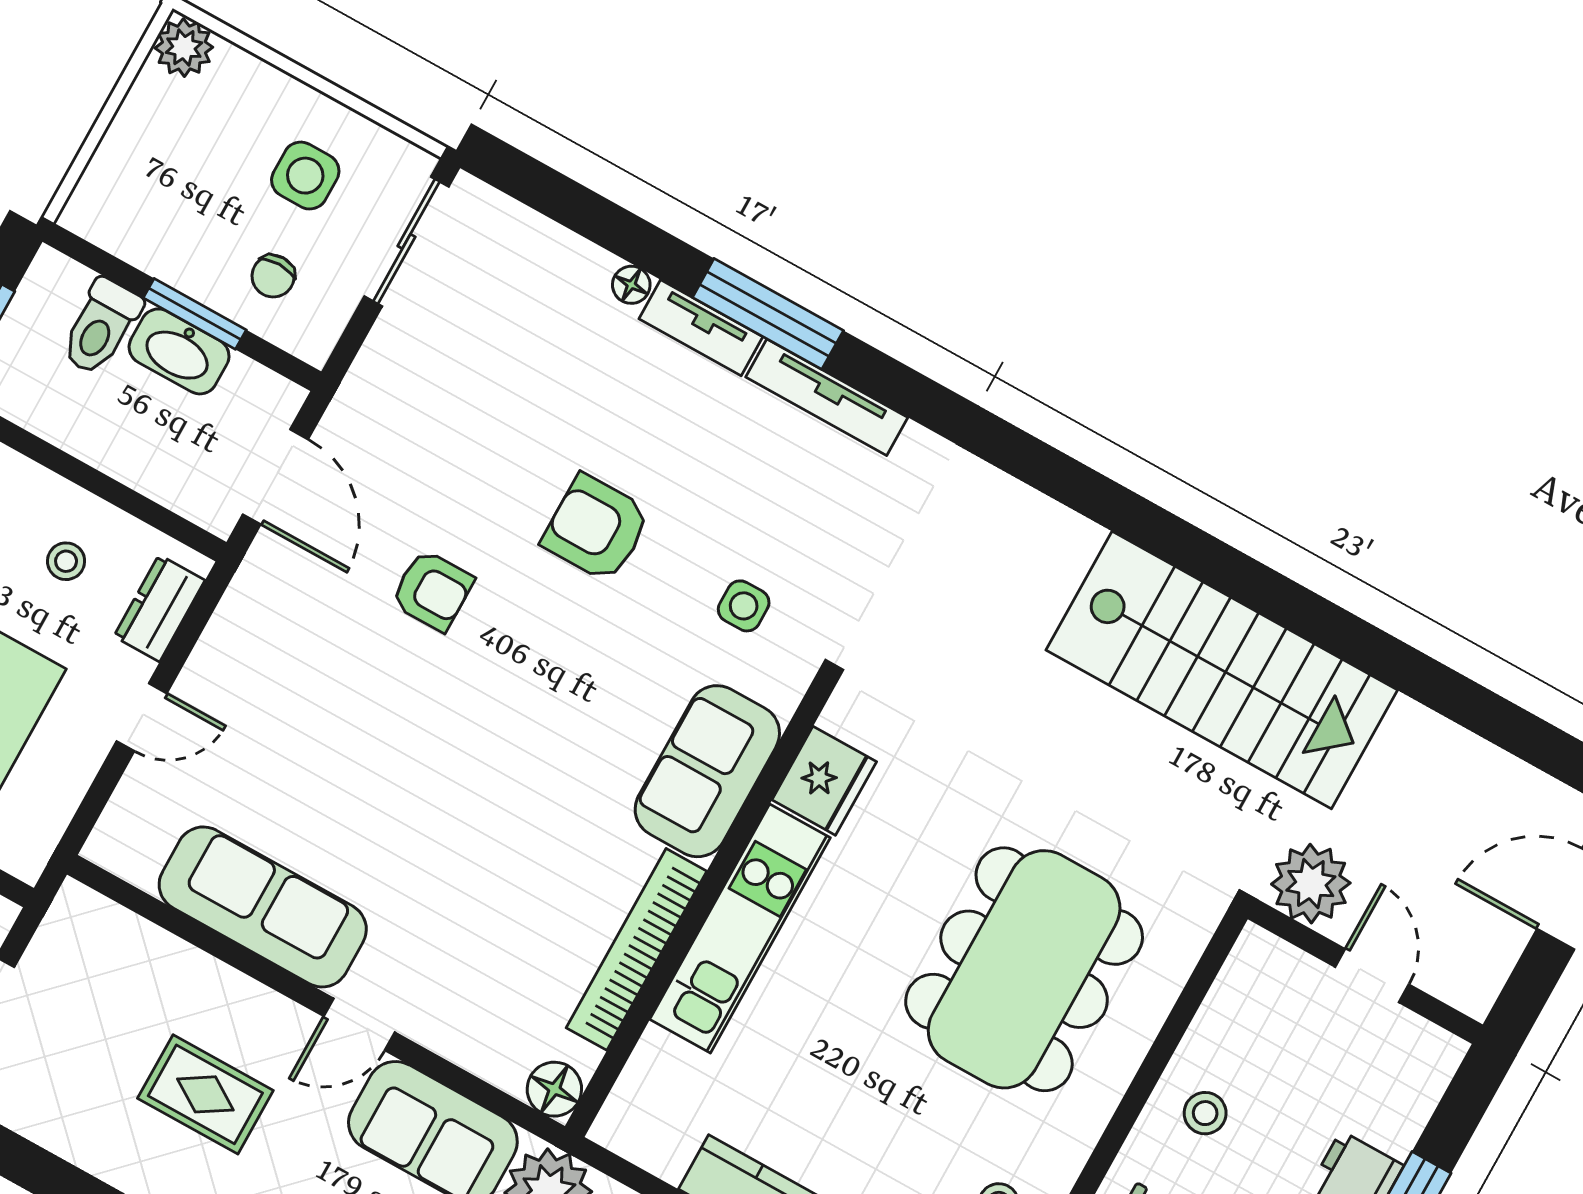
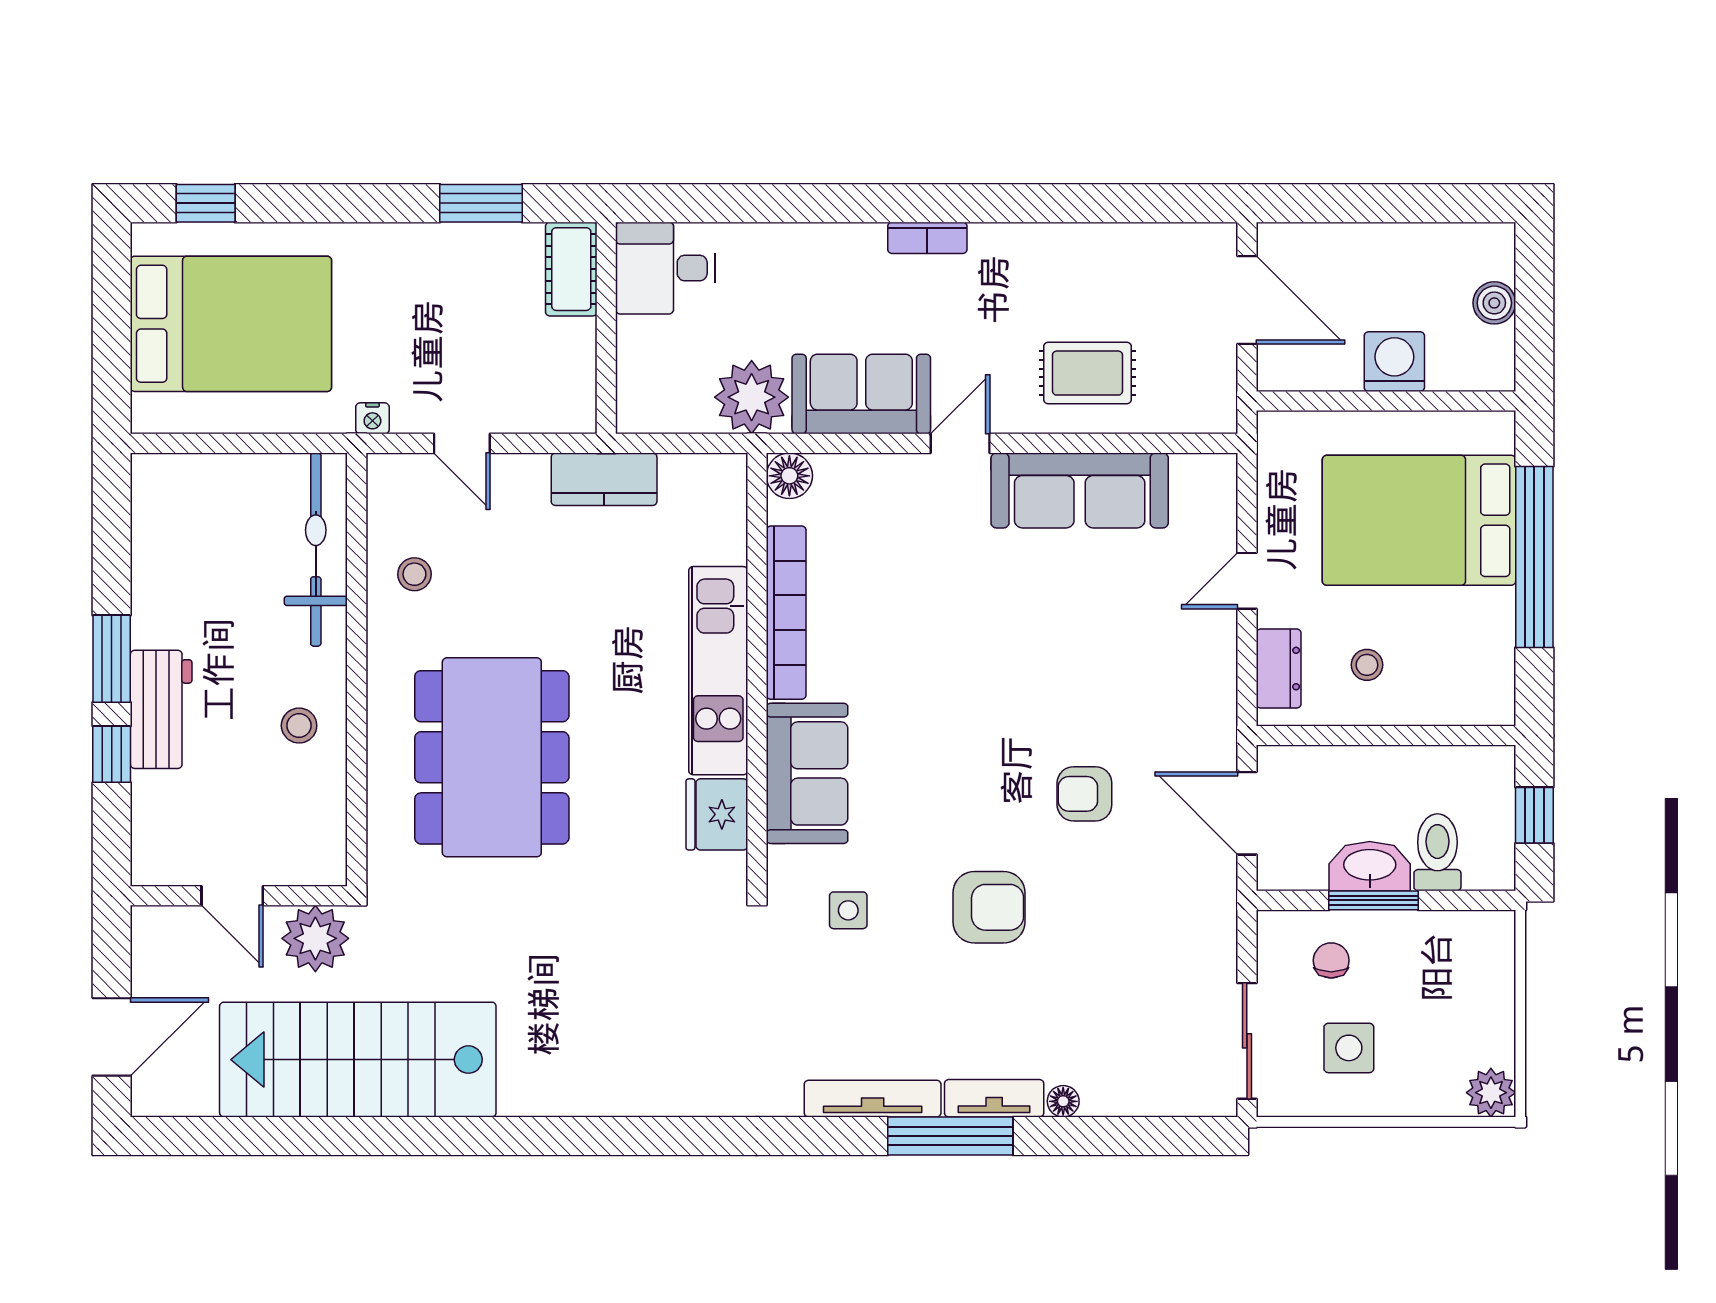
stairs: (1222, 670) -> (358, 1060), moved
rug: (205, 1094) -> (1087, 373), moved

